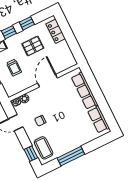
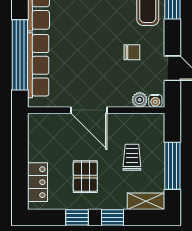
pallet: (33, 46) -> (85, 177), turned 90
door: (48, 81) -> (89, 110), hinge flipped
window: (96, 91) -> (20, 55), added

